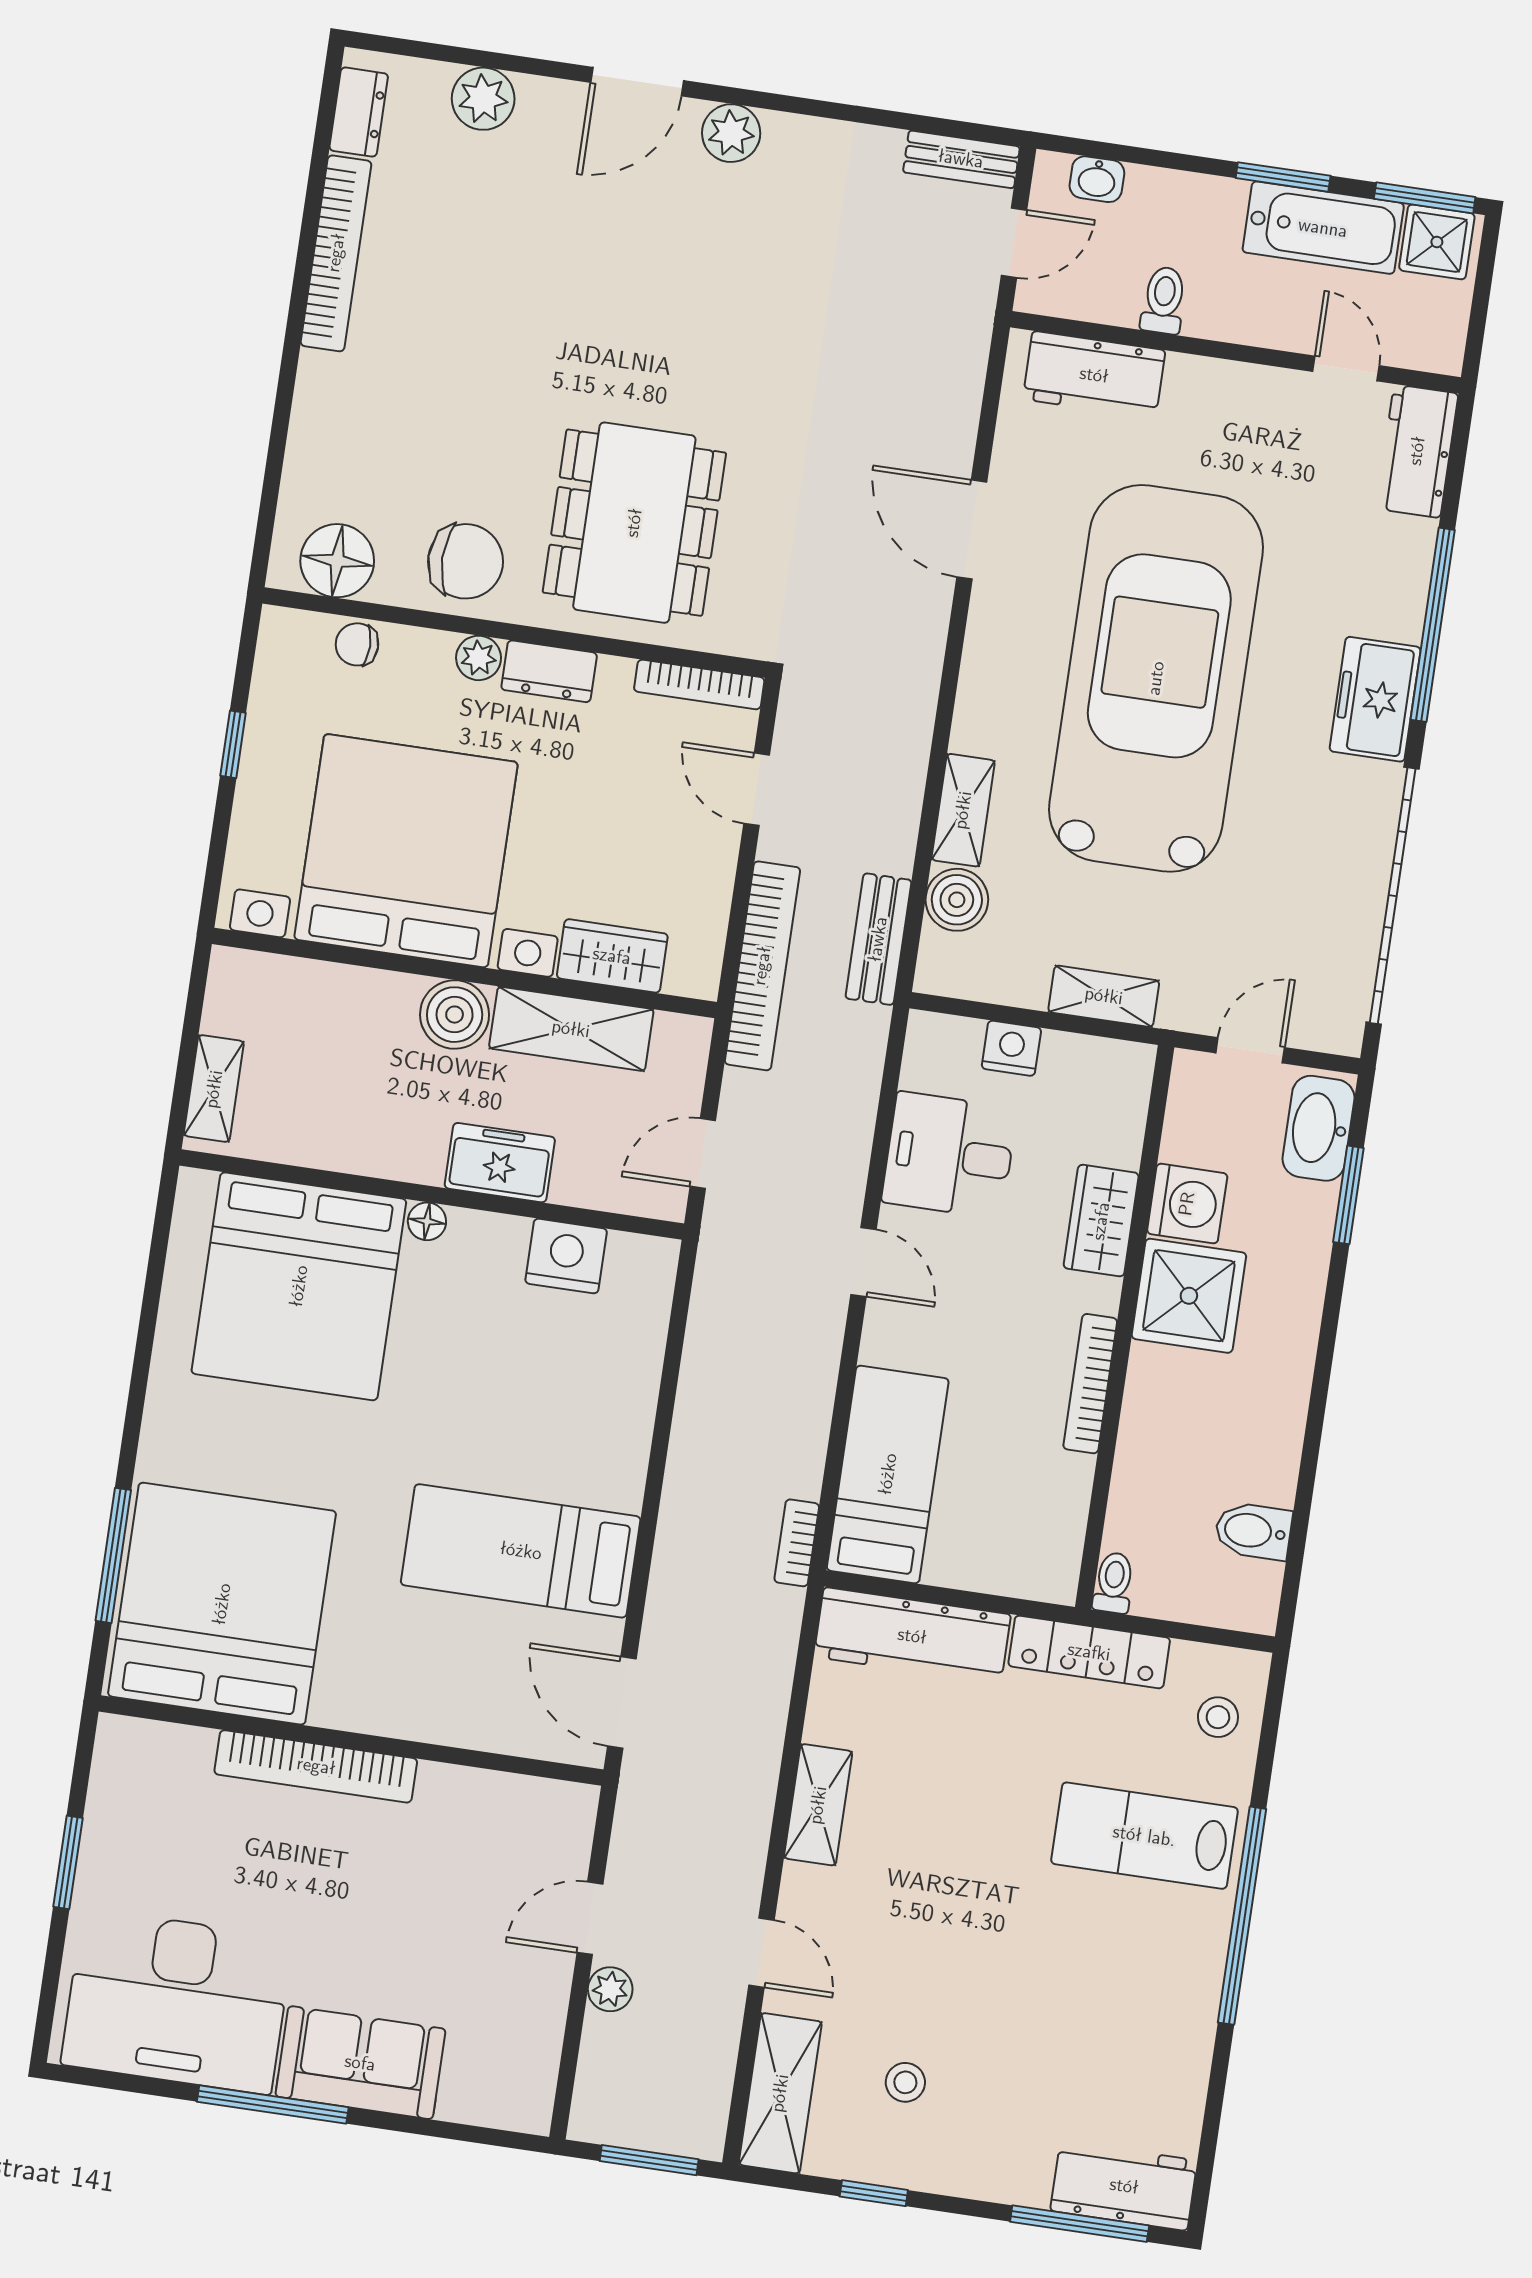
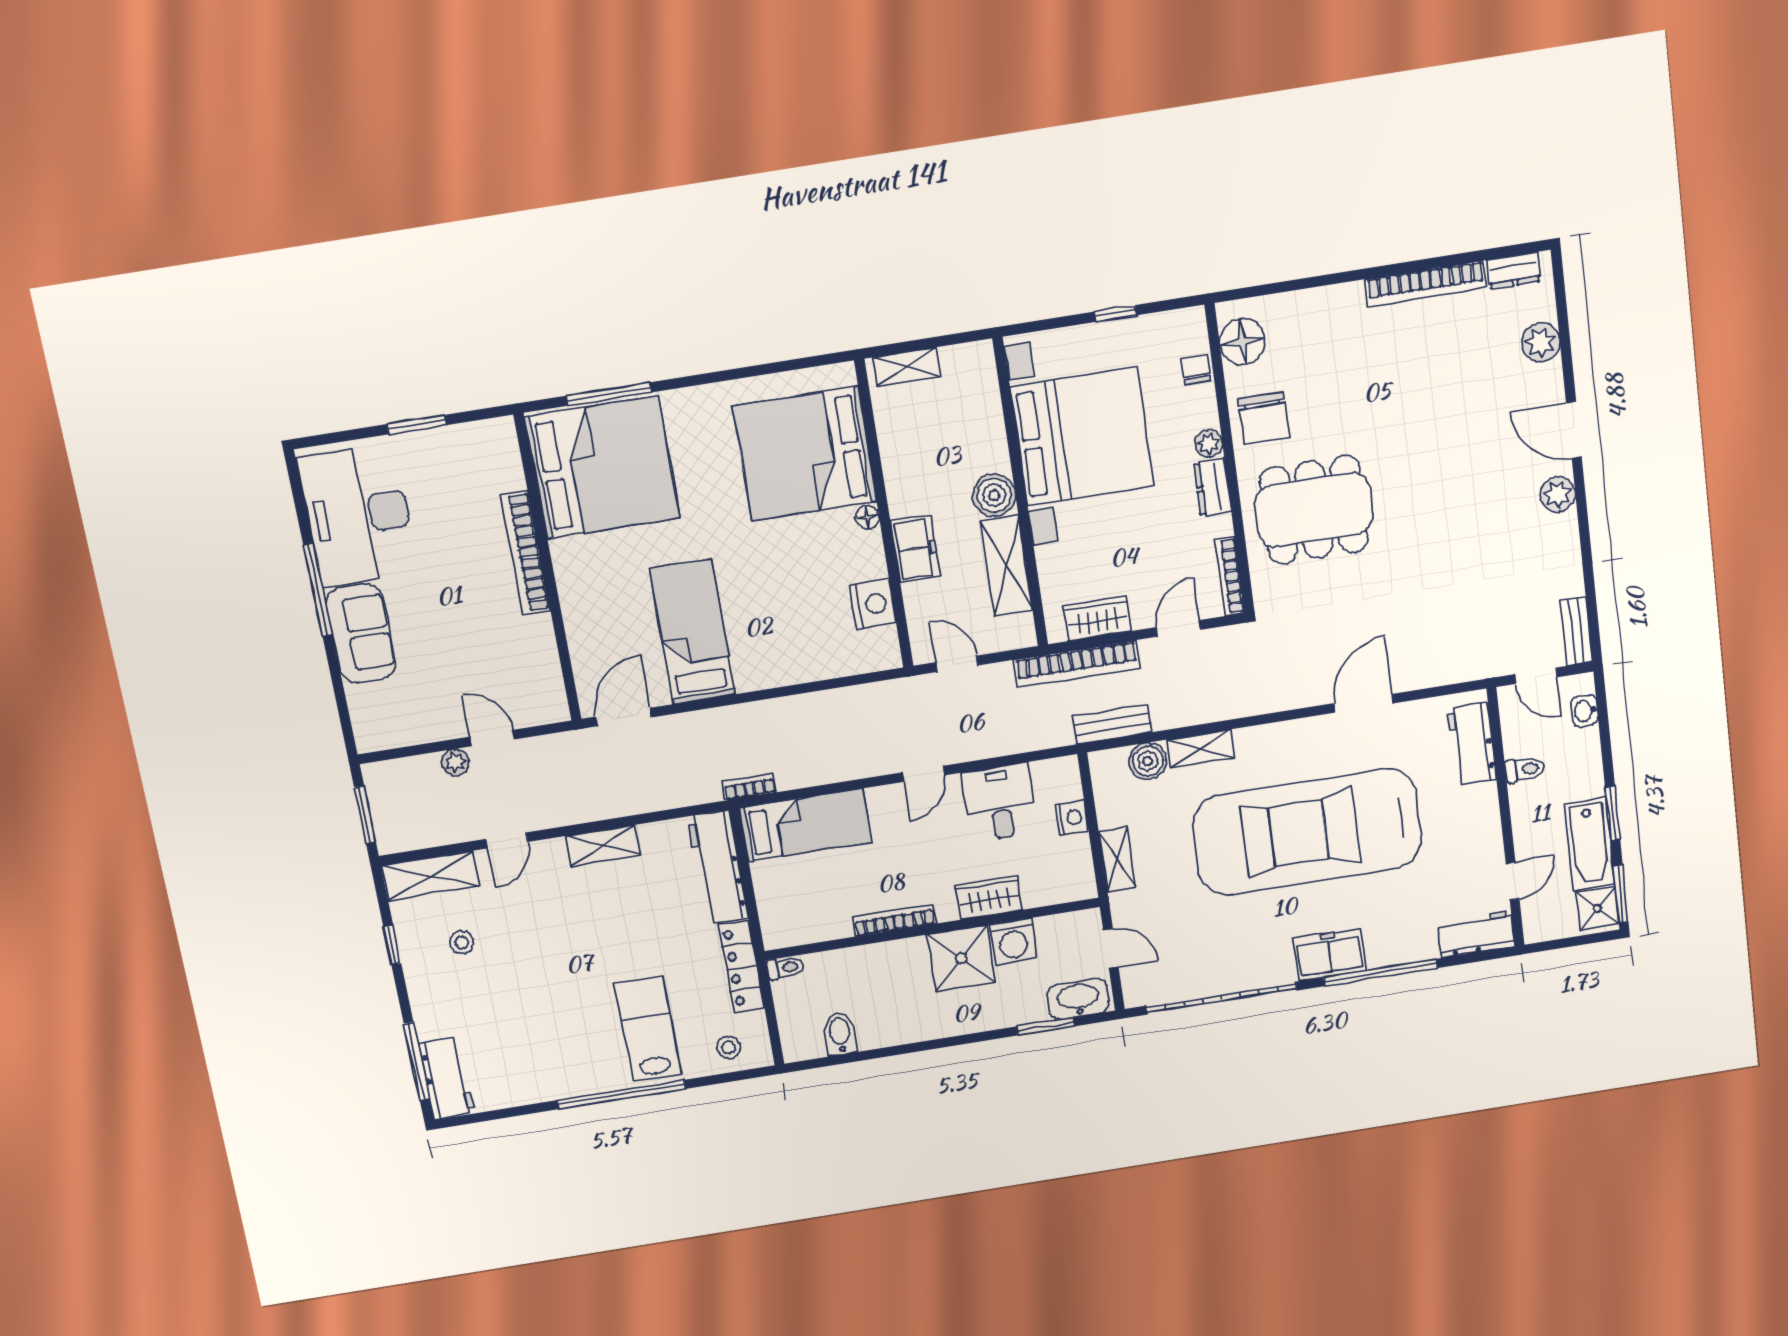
car: (1156, 678) -> (1307, 832), turned 180
wardrobe: (612, 956) -> (1097, 618), moved, turned -90

